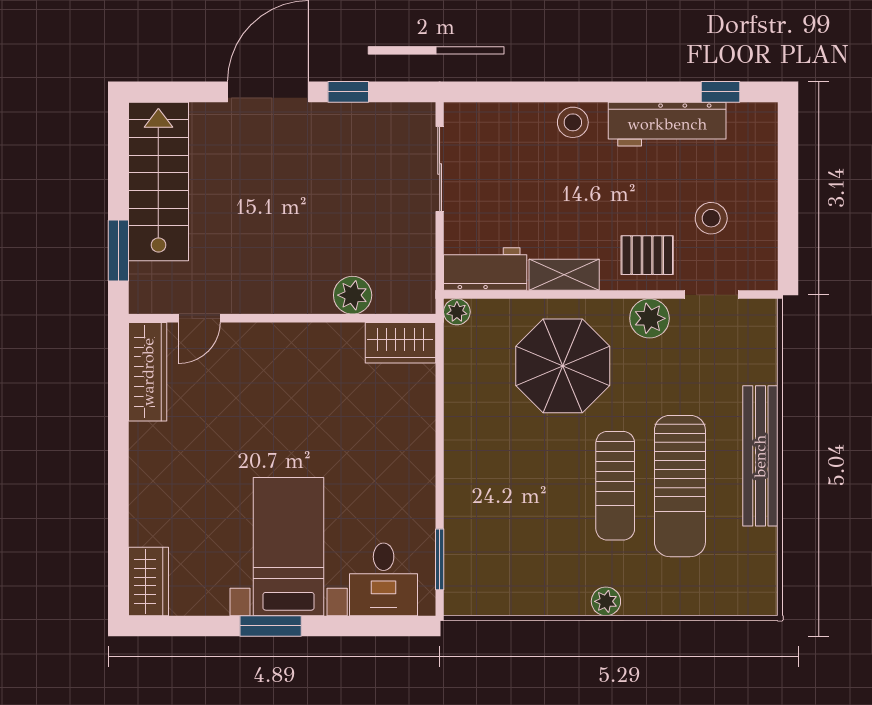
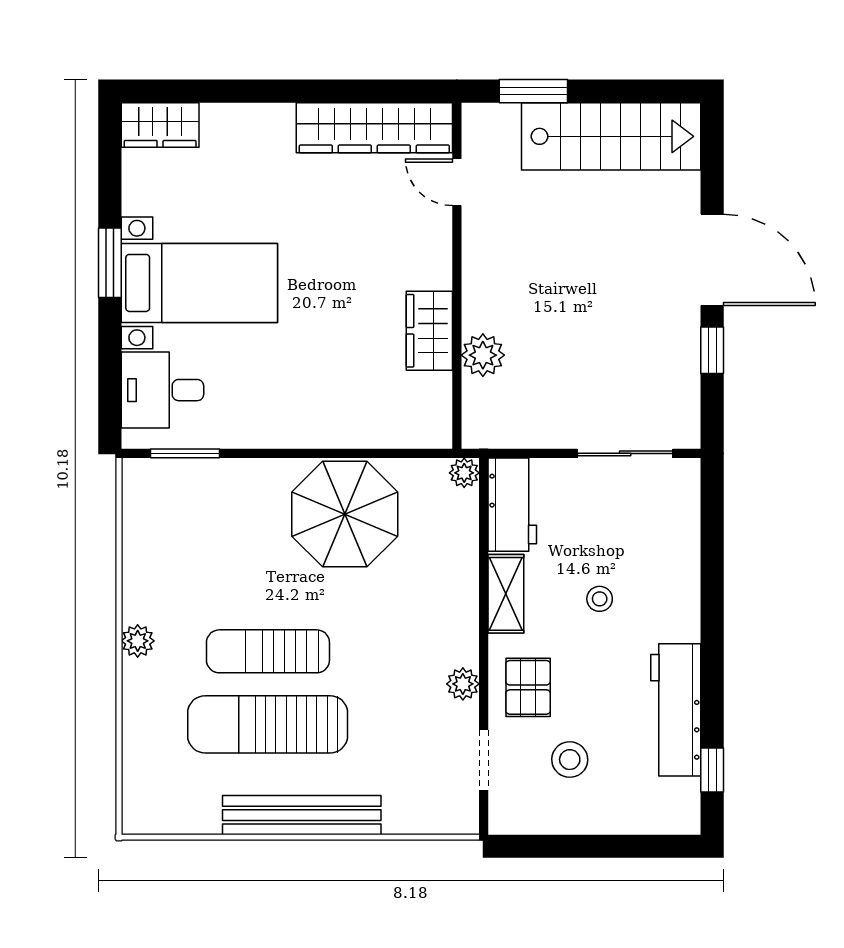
stool: (573, 122) -> (600, 599), moved, width x0.73, depth x0.73
plant: (649, 318) -> (463, 684), width x0.73, depth x0.73
wardrobe: (400, 343) -> (429, 331), moved
parasol: (563, 366) -> (345, 514), moved
wardrobe: (148, 372) -> (374, 128), width x1.40, depth x1.17

